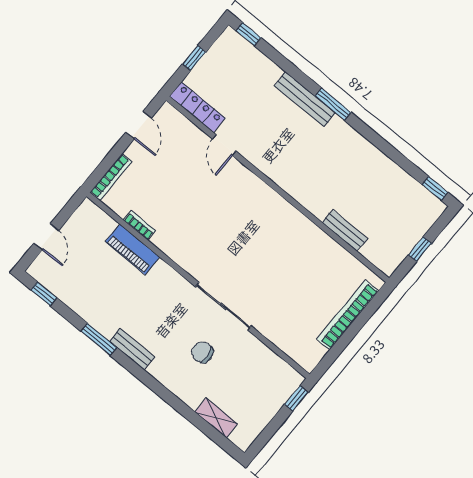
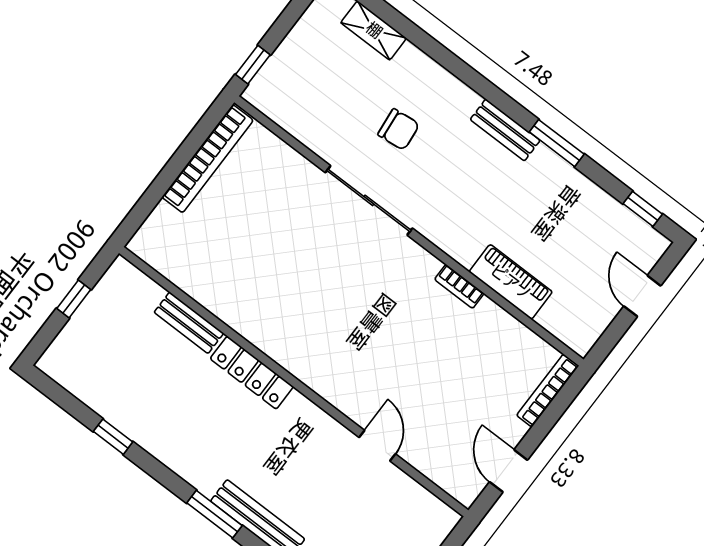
locker: (197, 107) -> (252, 373), moved
window: (435, 188) -> (113, 437), moved
bookcase: (140, 225) -> (459, 286), moved
bookcase: (348, 315) -> (208, 159), moved

